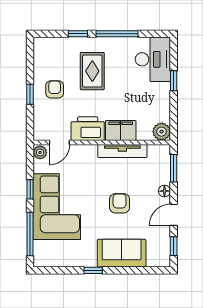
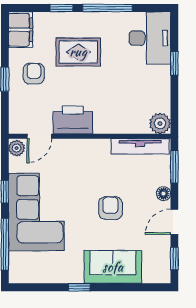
rug: (92, 71) -> (78, 52), turned 90
filing cabinet: (121, 130) -> (21, 30), moved, turned 90
tv unit: (122, 151) -> (140, 146), moved

